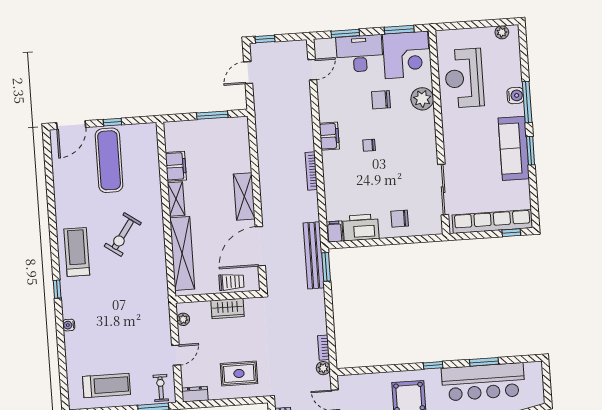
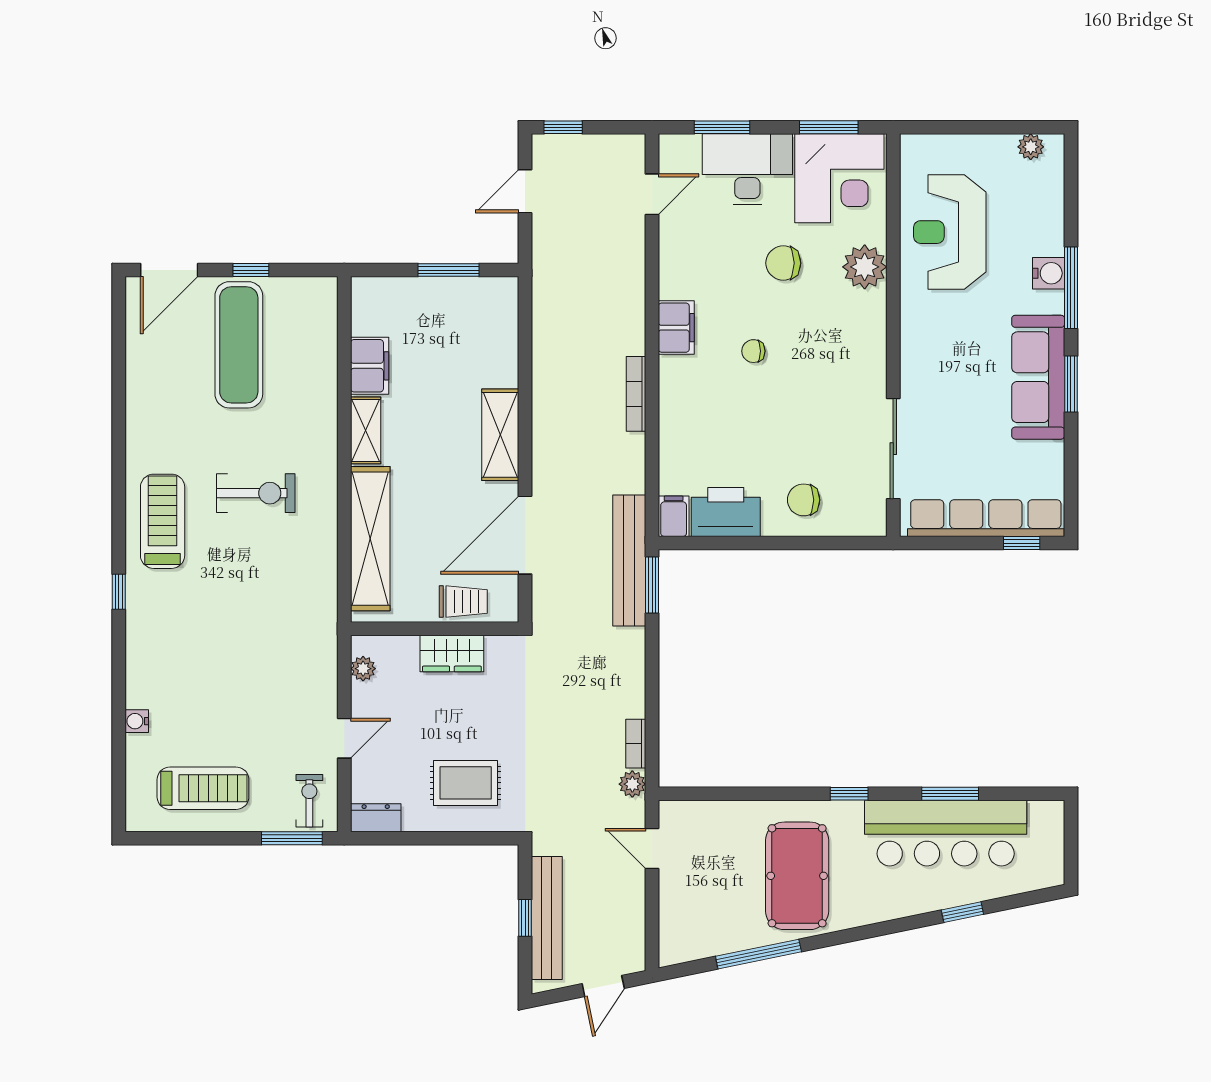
exercise bike: (123, 235) -> (256, 493), turned -125
water cooler: (69, 325) -> (137, 721), moved

